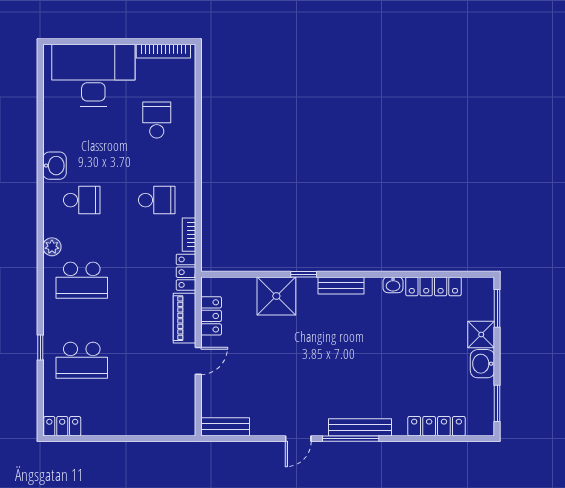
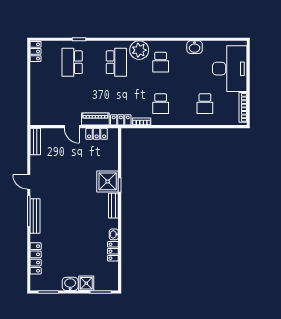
school desk: (157, 120) -> (205, 104), turned 90
washbasin: (55, 166) -> (195, 47), moved
plant: (52, 247) -> (139, 50), width x1.88, depth x1.88
school desk: (82, 280) -> (116, 62), turned 180
locker: (433, 286) -> (113, 251), width x0.66
shower: (276, 296) -> (108, 181), moved

